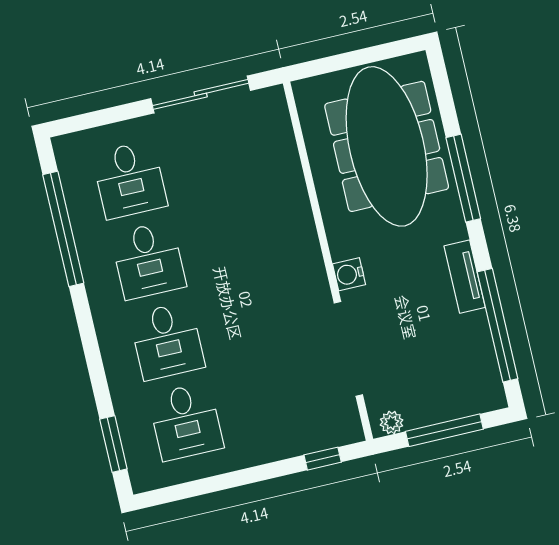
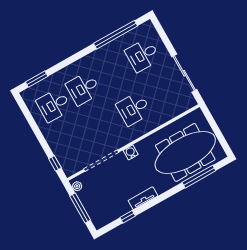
window: (463, 178) -> (199, 177), moved
desk: (148, 260) -> (134, 109), moved
window: (498, 325) -> (128, 217), width x0.32

